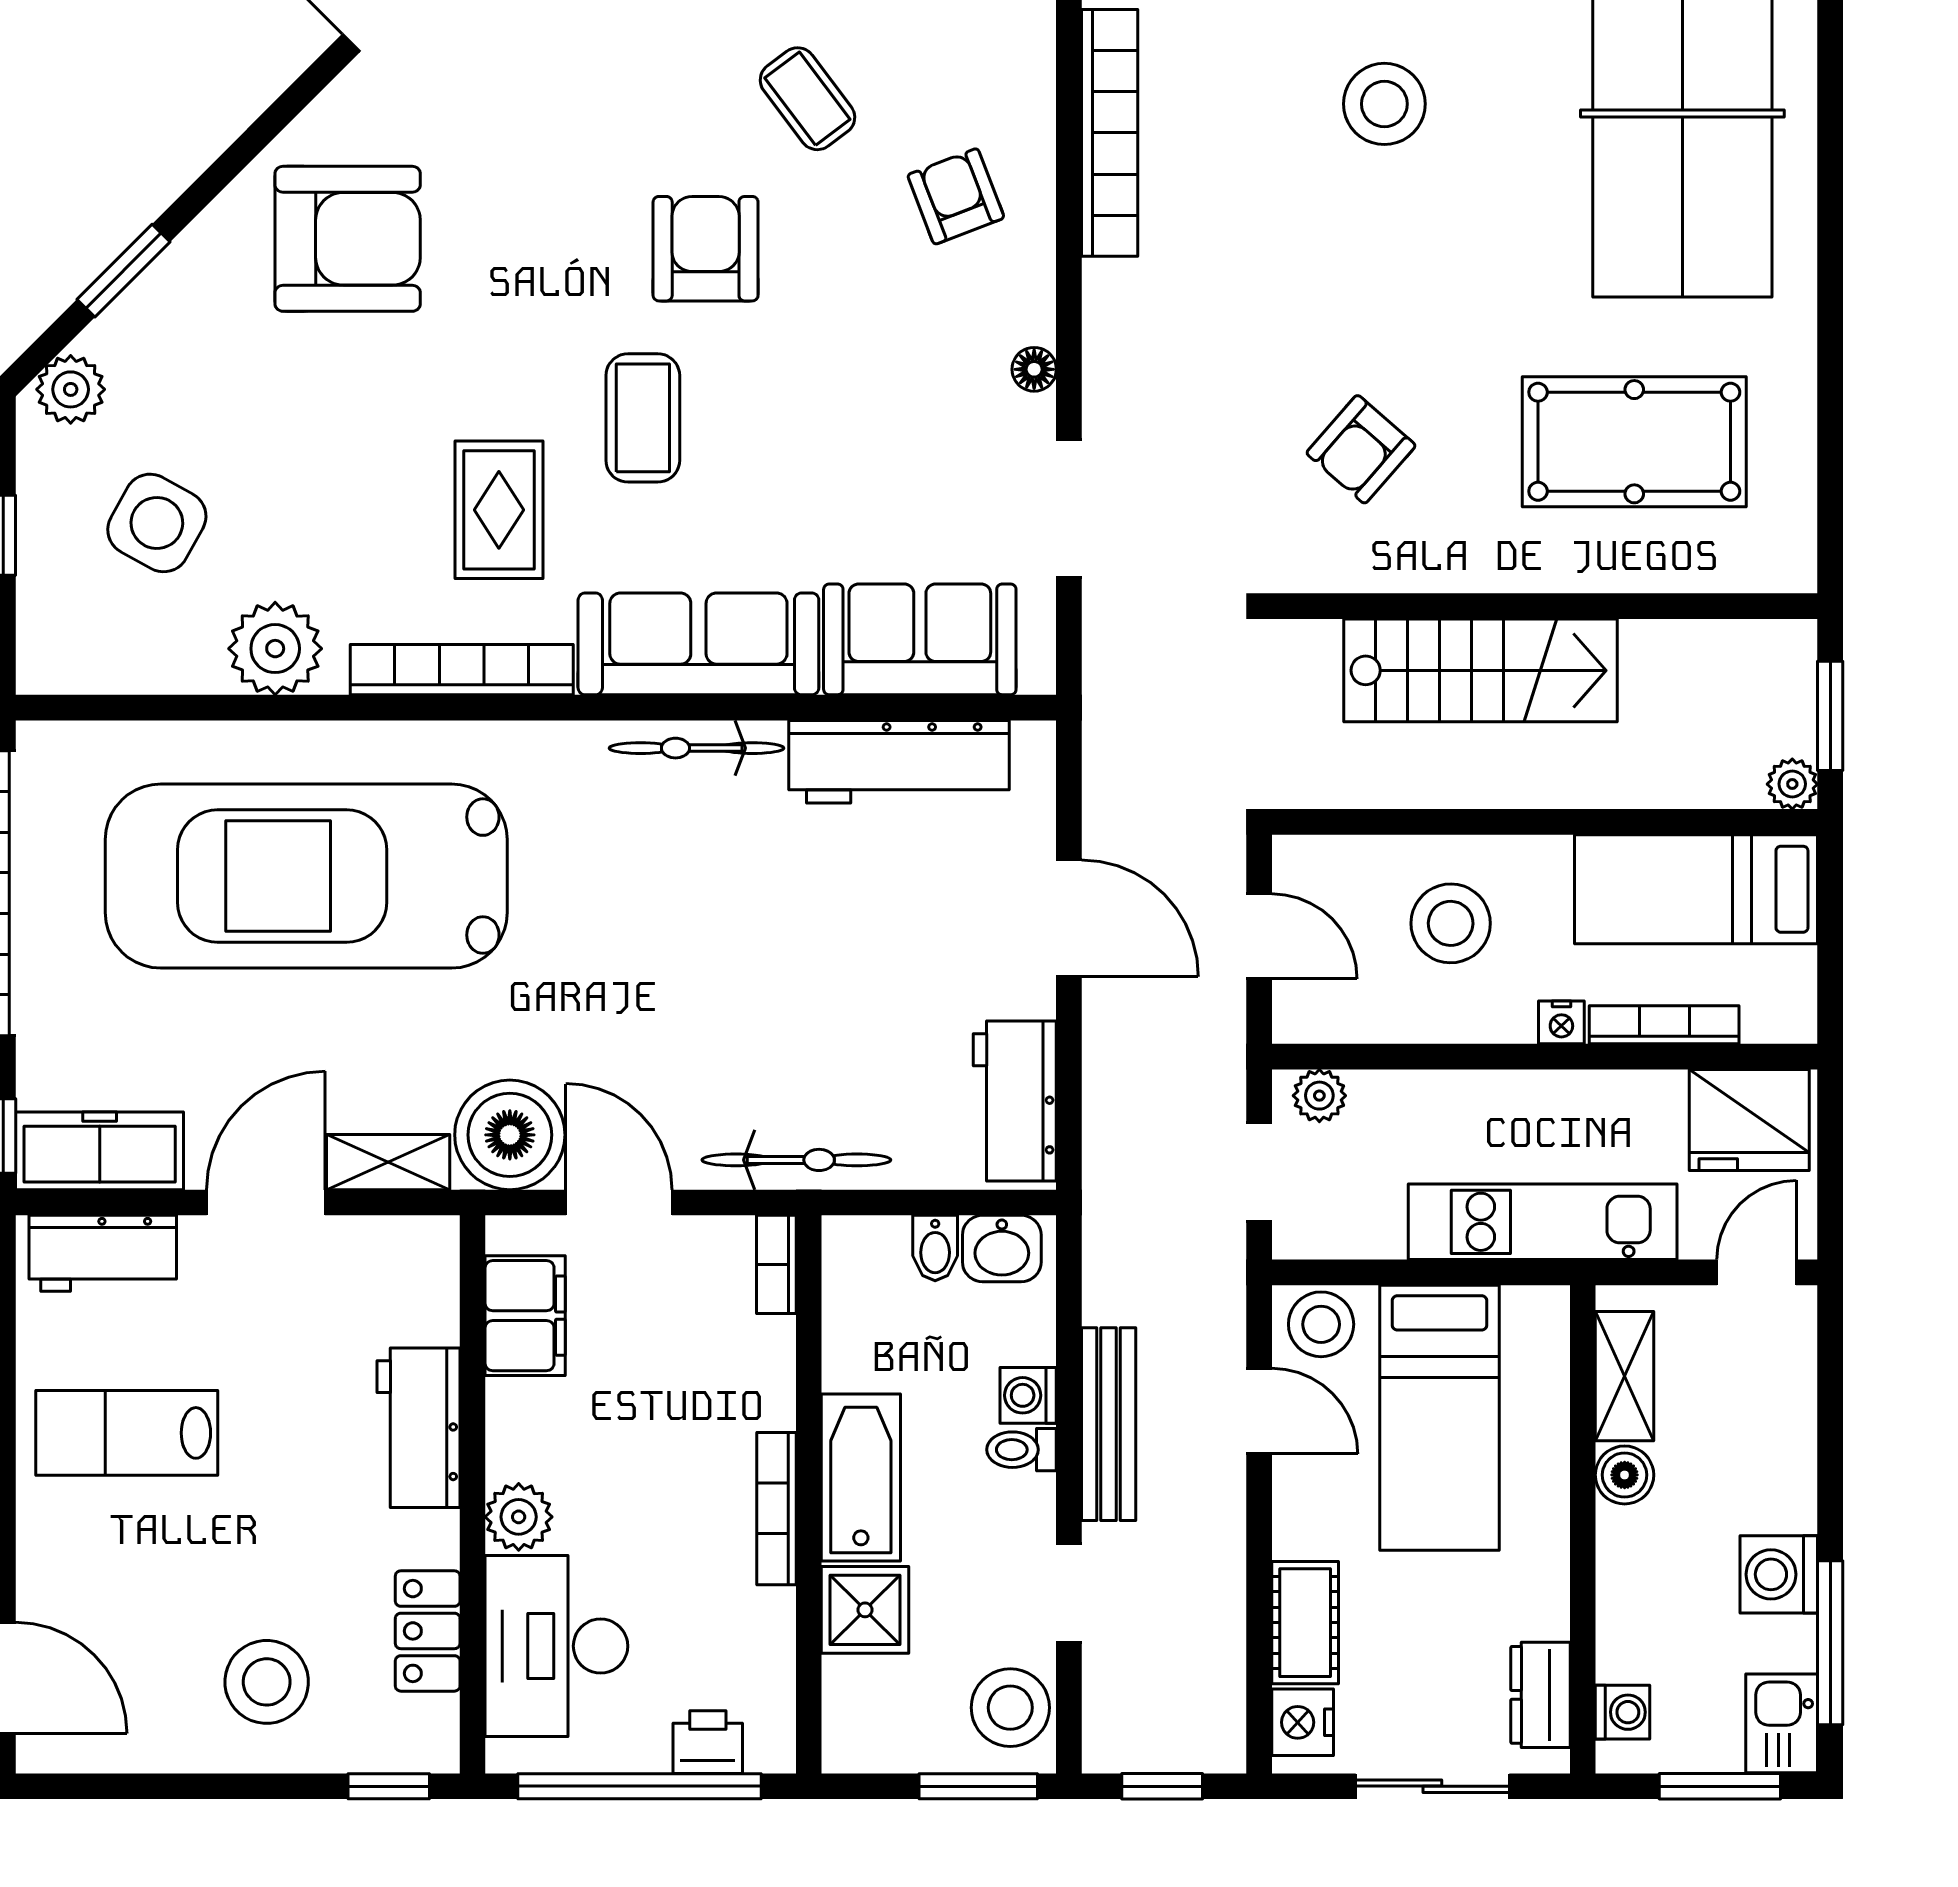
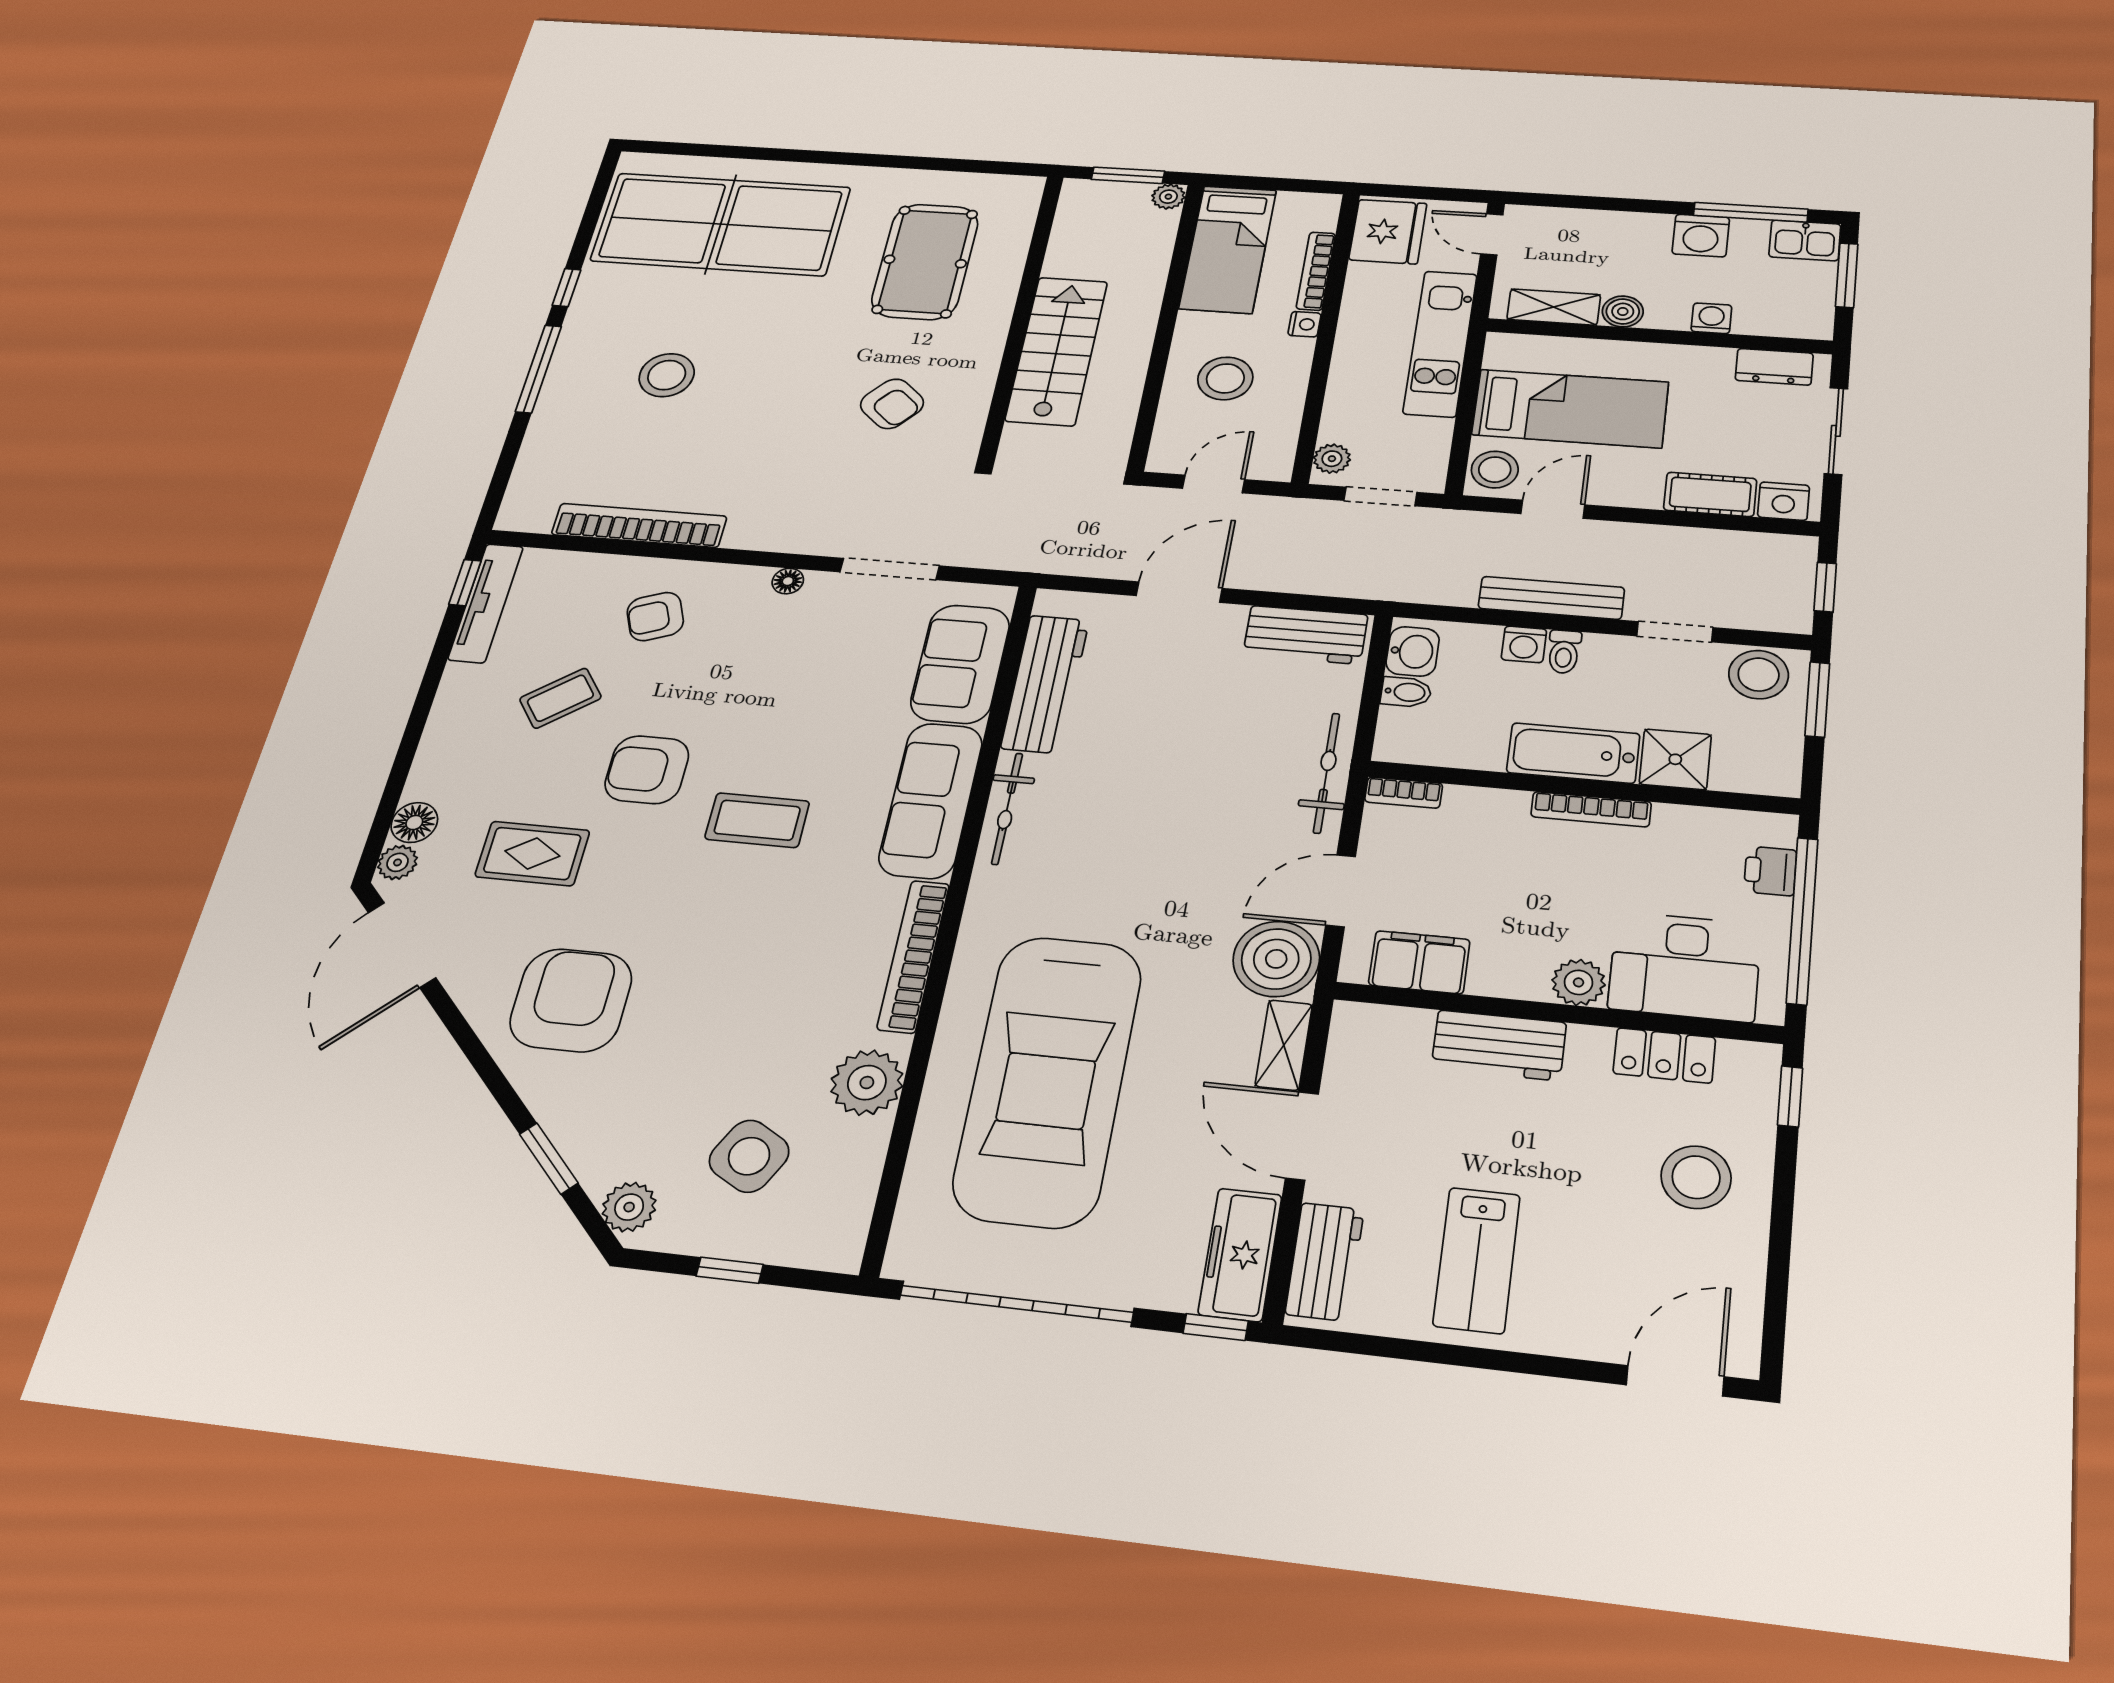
rug: (499, 510) -> (532, 854), moved
washing machine: (1622, 1712) -> (1711, 318), moved

